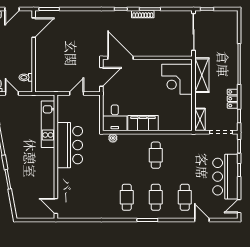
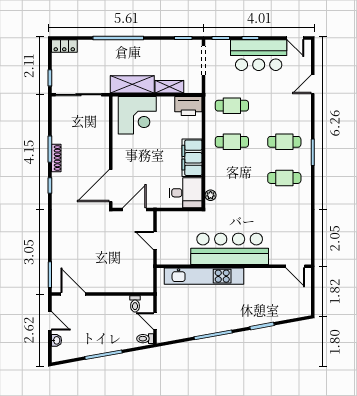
door: (101, 77) -> (134, 210), hinge flipped
door: (12, 93) -> (155, 321), hinge flipped
locker: (233, 99) -> (64, 46), moved
printer: (184, 120) -> (188, 106), added
shelving: (200, 120) -> (169, 87), moved
kitchen unit: (48, 124) -> (204, 276), width x1.36
bar counter: (70, 145) -> (230, 249), width x1.36
cafe table: (185, 197) -> (232, 106), moved
door: (56, 206) -> (295, 266), hinge flipped

